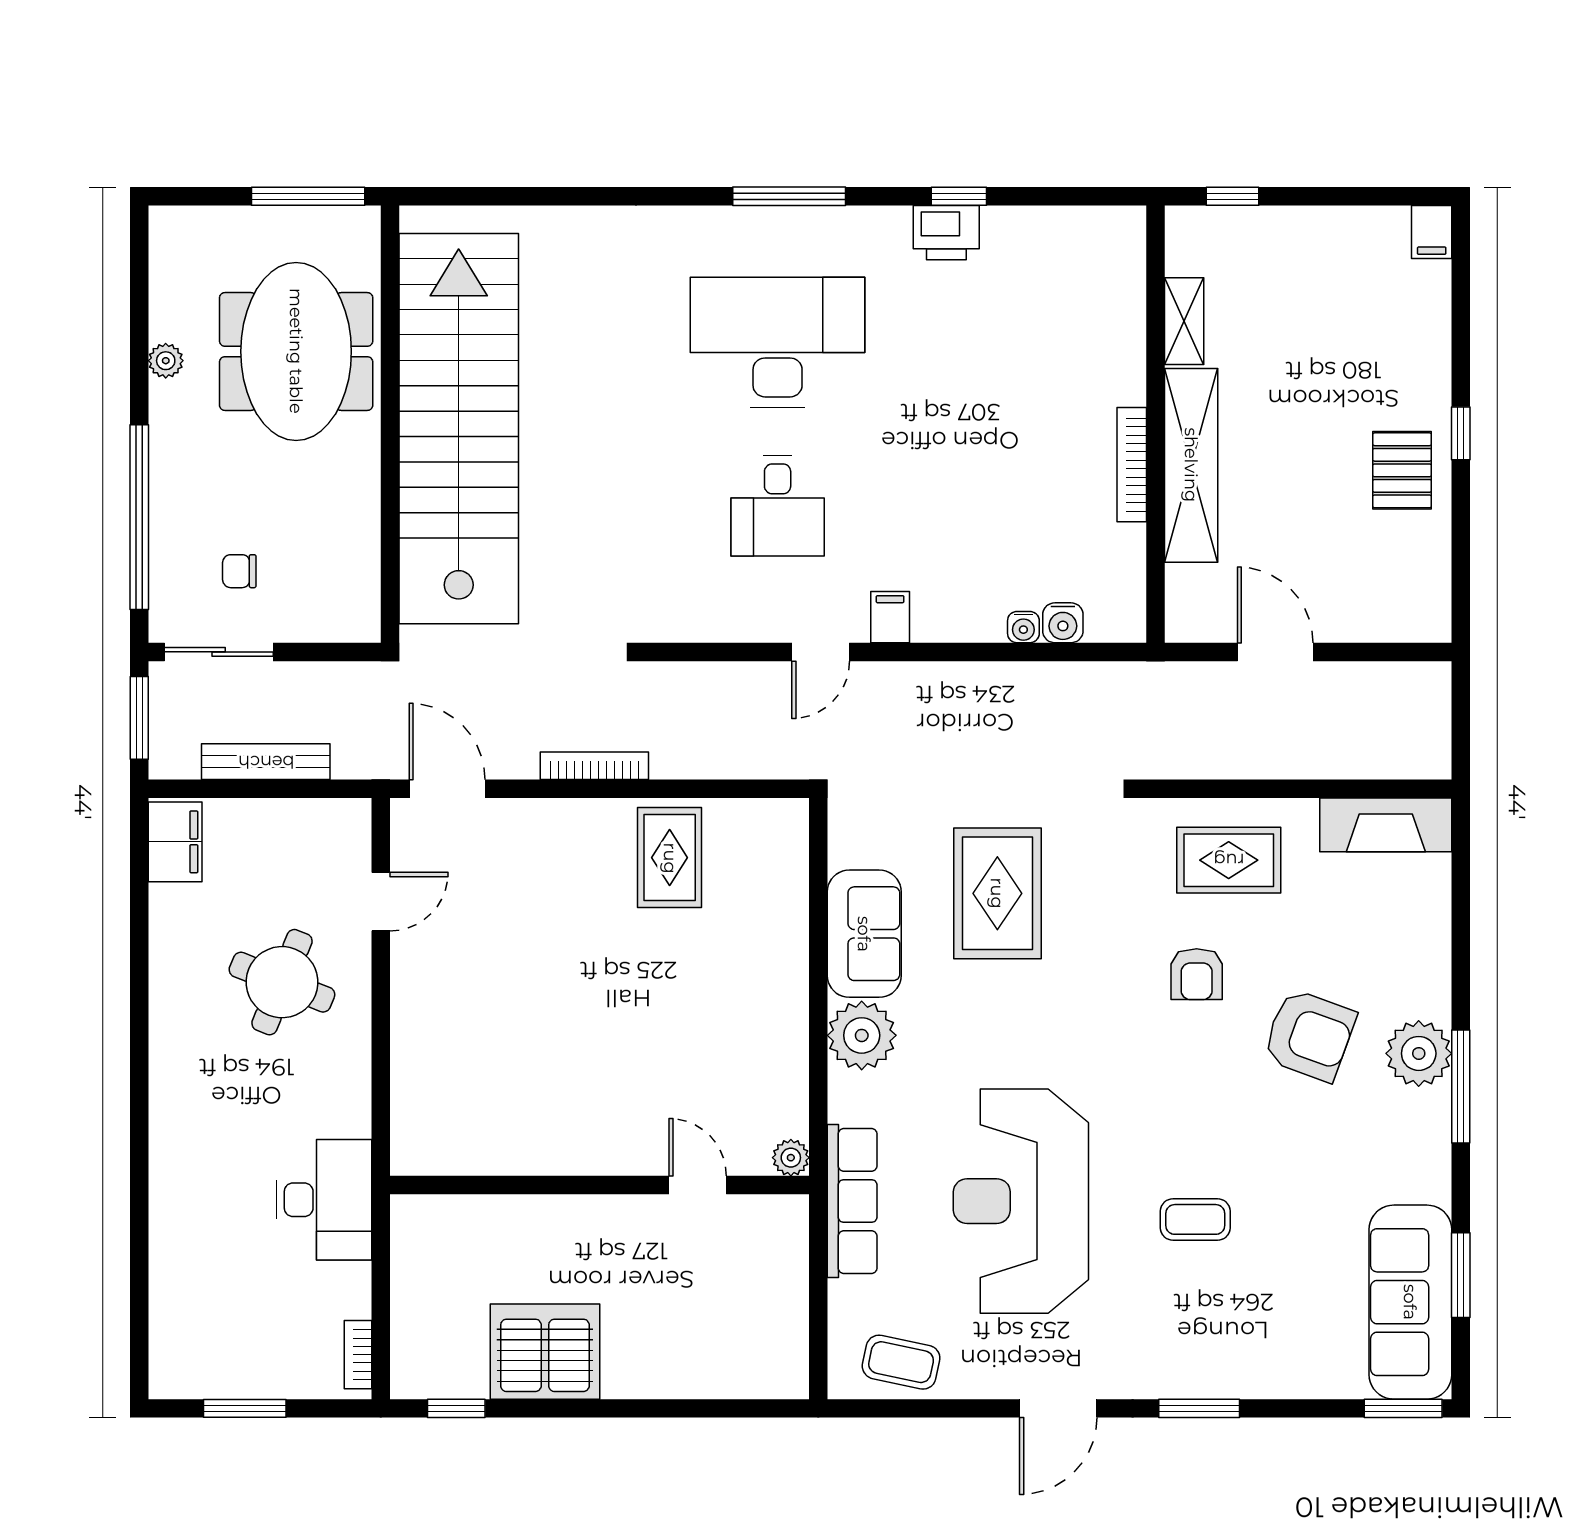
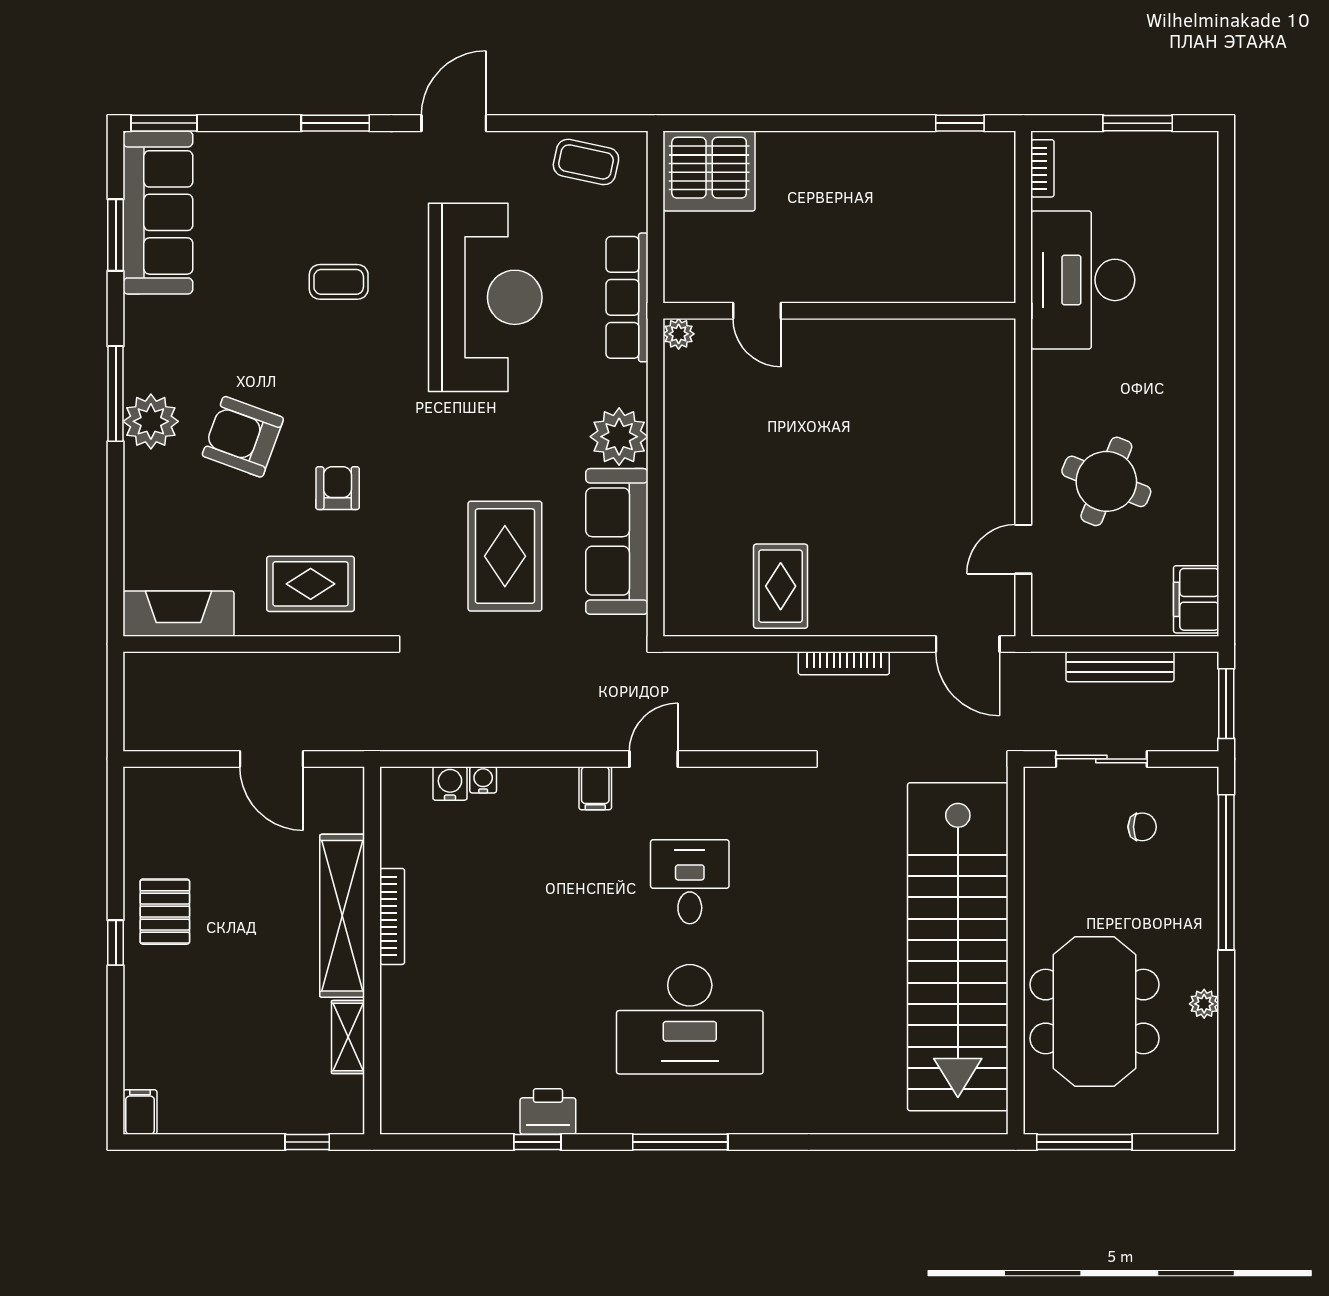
sliding door: (219, 652) -> (1101, 759), moved
sofa: (864, 934) -> (617, 541), width x1.36
desk: (324, 1200) -> (1083, 280), width x1.36, depth x1.30
server rack: (545, 1352) -> (709, 171), moved

